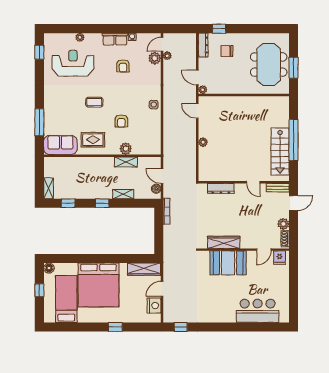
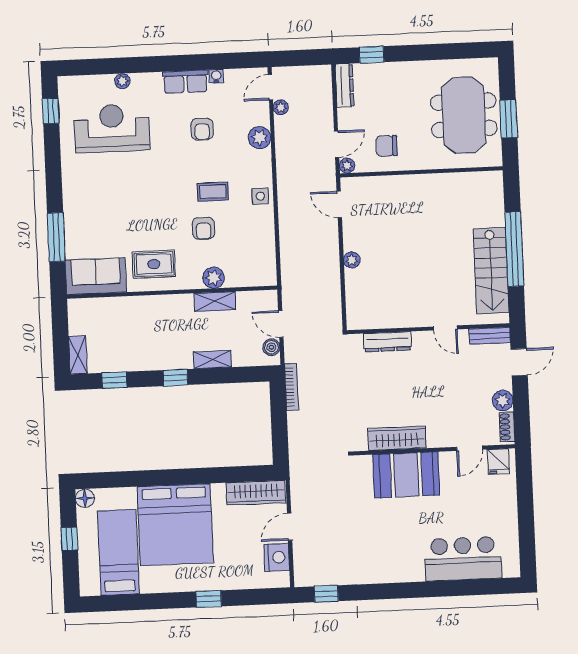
chair: (227, 51) -> (387, 146), moved
plant: (155, 58) -> (260, 138), moved
door: (197, 77) -> (337, 144), swing flipped
coffee table: (94, 102) -> (213, 192), moved

